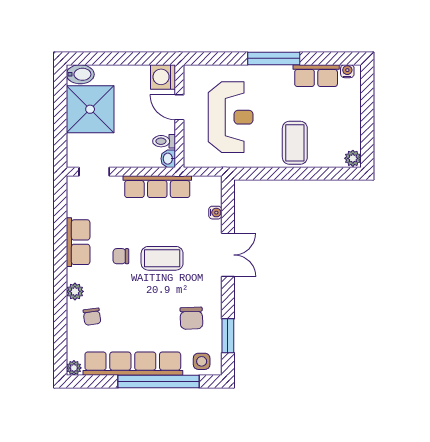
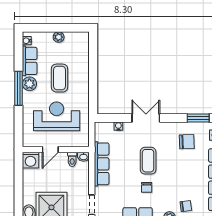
plant: (281, 75) -> (29, 84), added
coffee table: (295, 143) -> (60, 78), moved, turned 90
plant: (353, 158) -> (59, 37), moved

